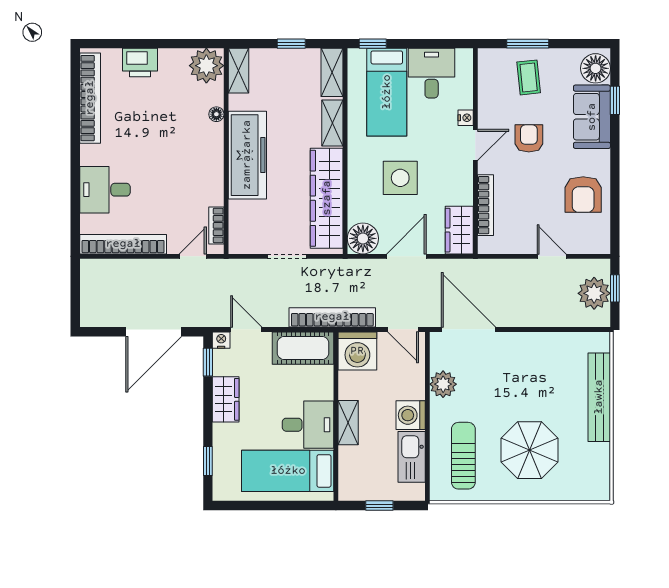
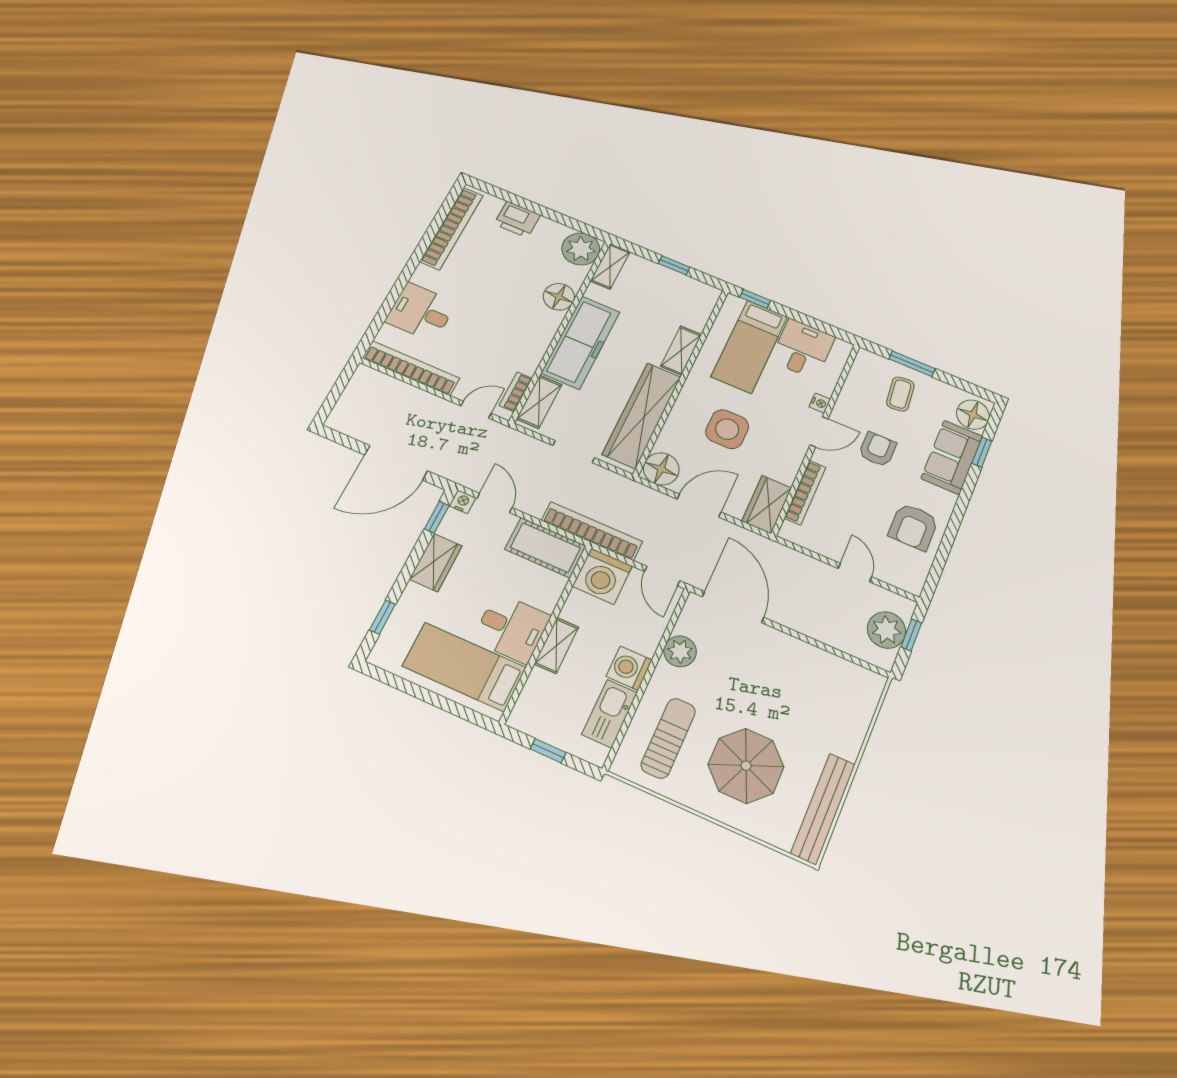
shelving: (332, 72) -> (539, 402), moved
floor lamp: (216, 114) -> (559, 297), width x1.89, depth x1.89
bench: (599, 397) -> (823, 809), moved

